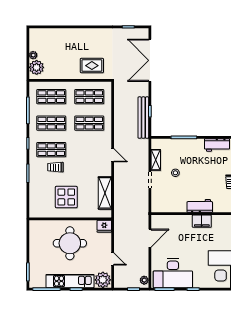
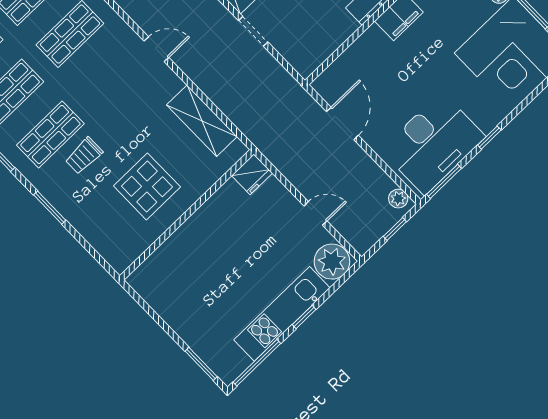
round table: (70, 243) -> (224, 254), removed

